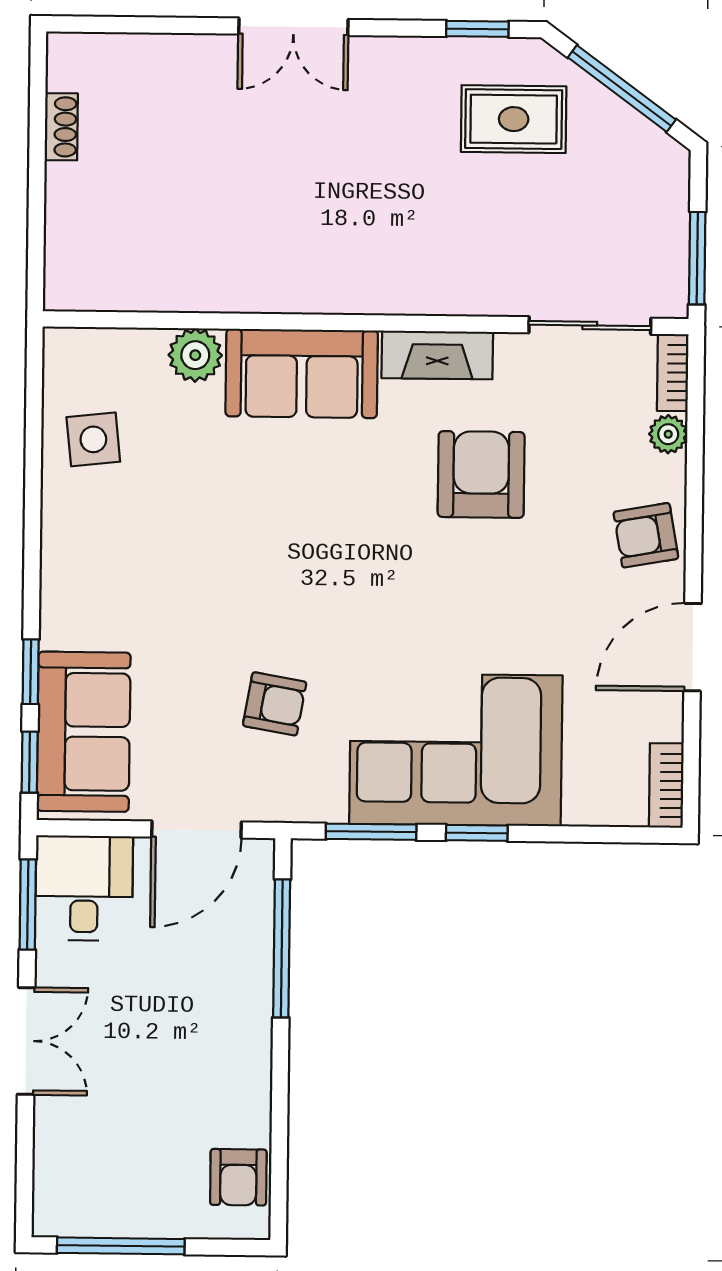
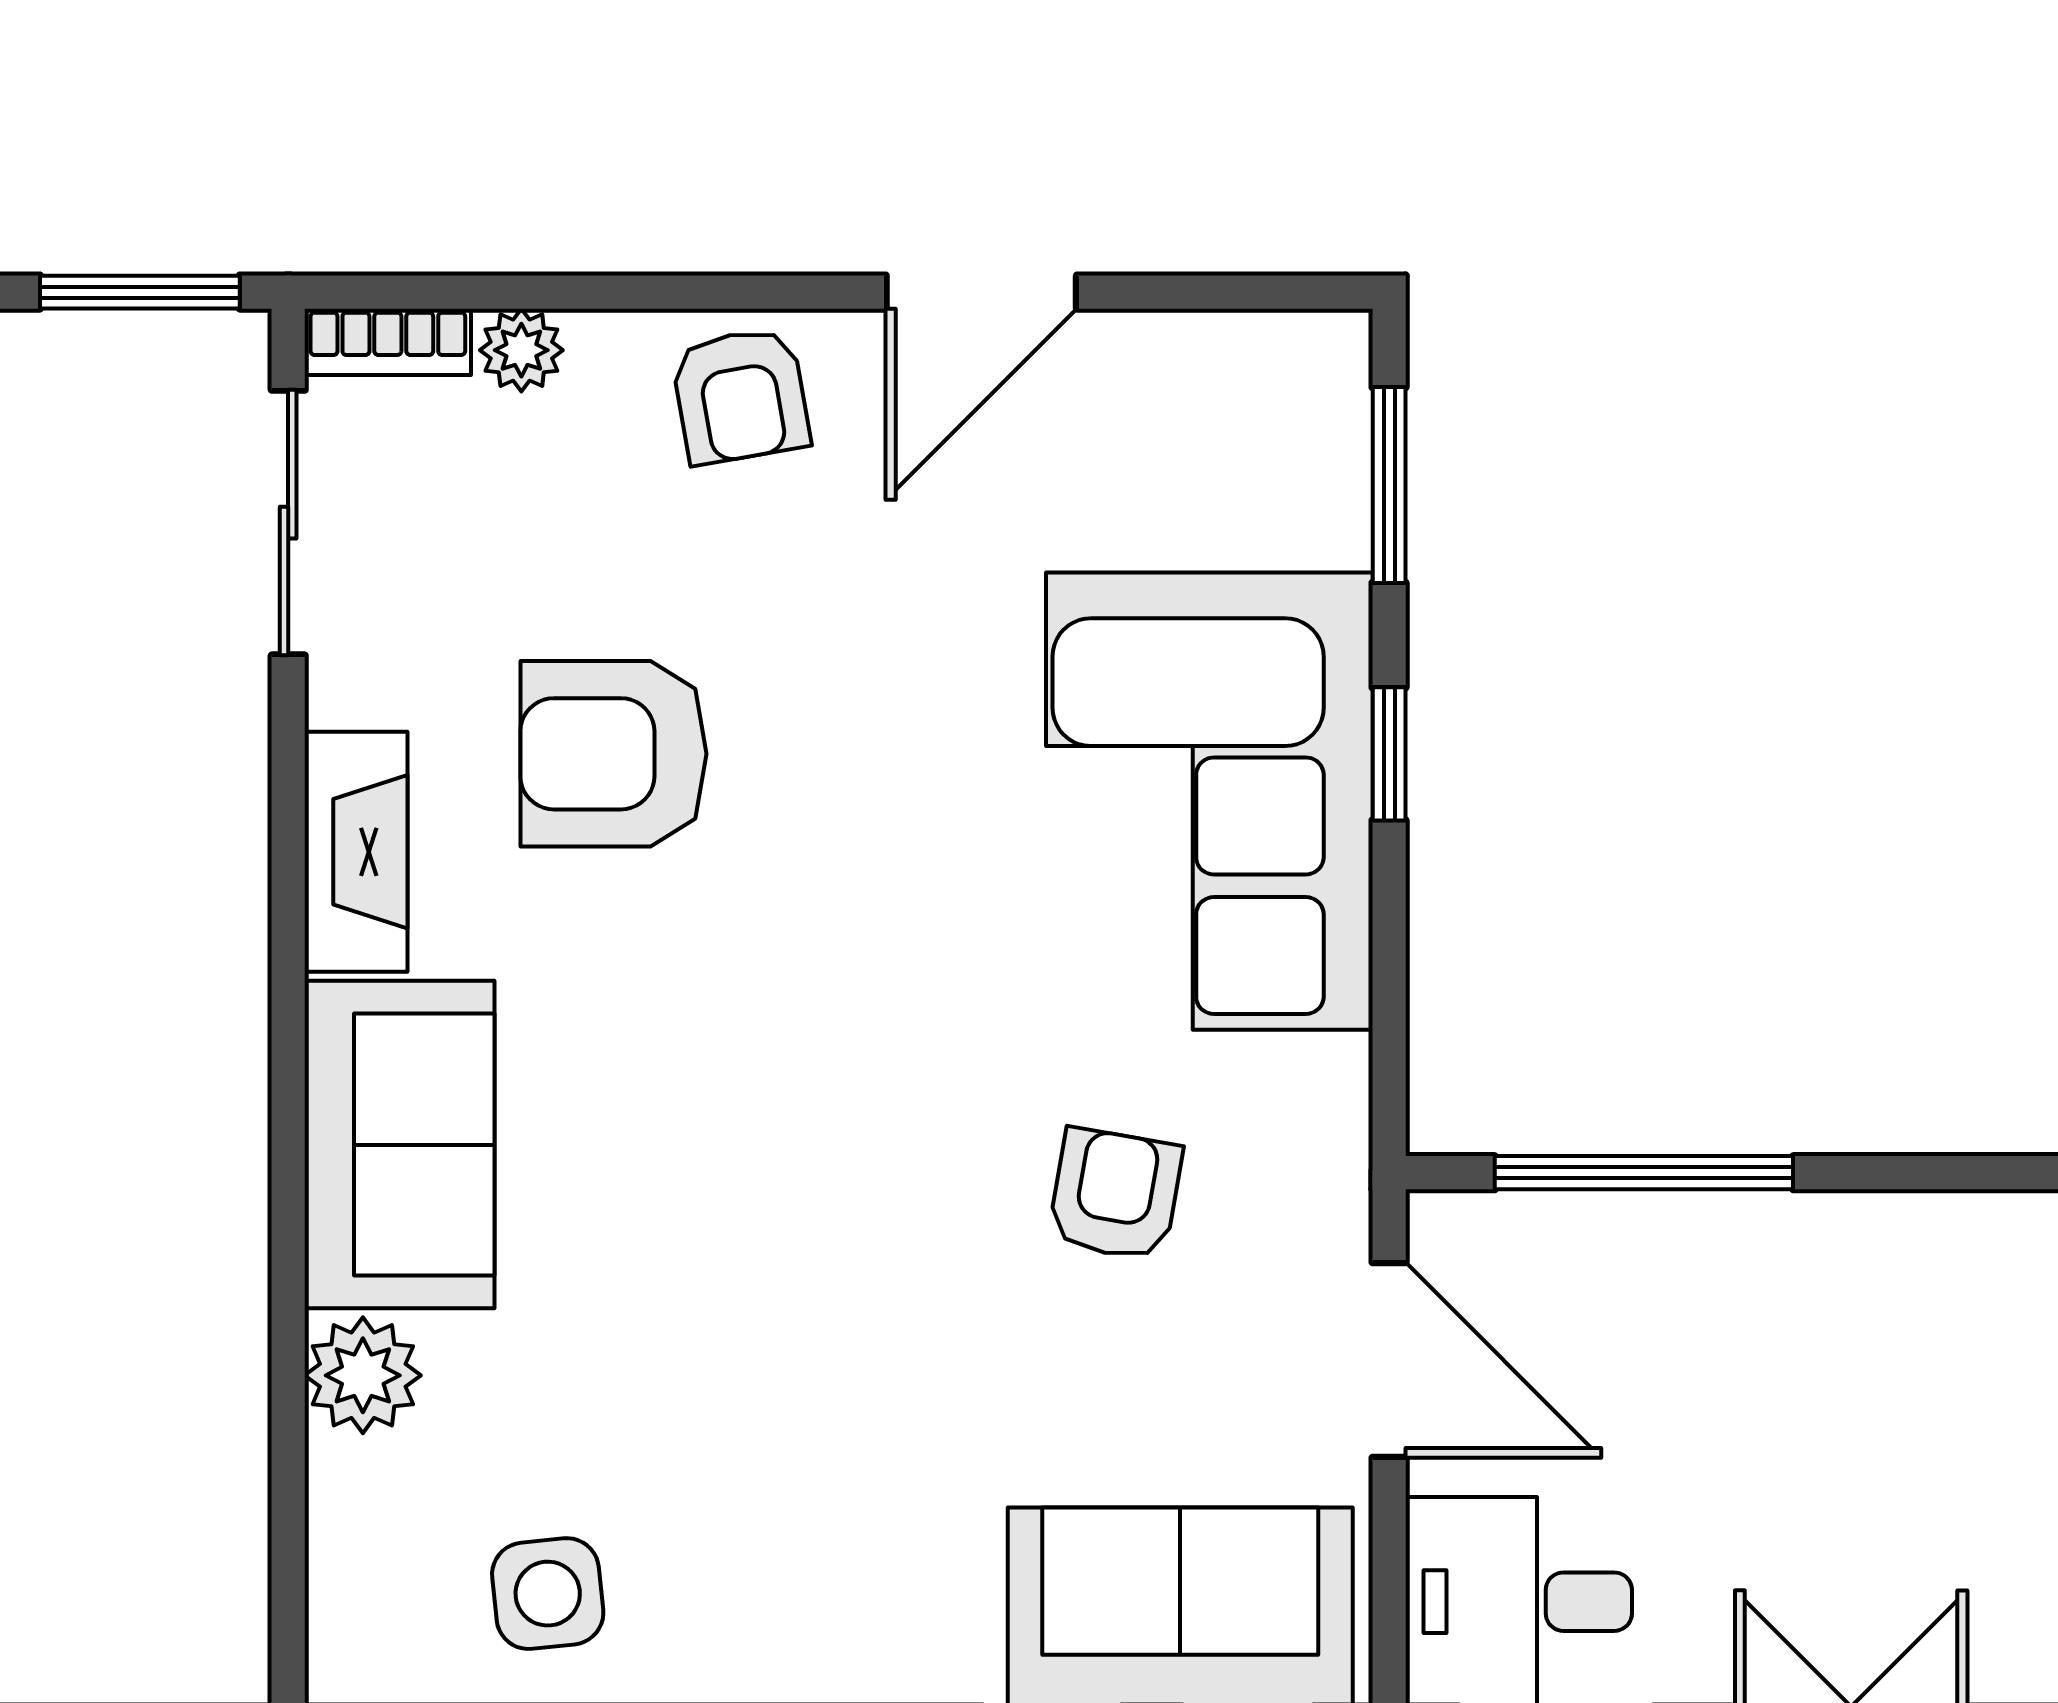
door: (692, 647) -> (981, 292), hinge flipped
bookcase: (666, 785) -> (1281, 345), removed
window: (371, 832) -> (1389, 485), moved

